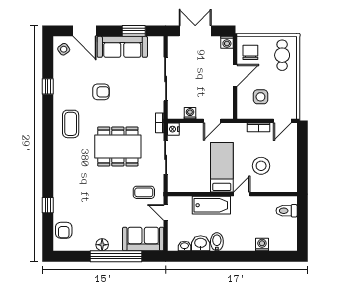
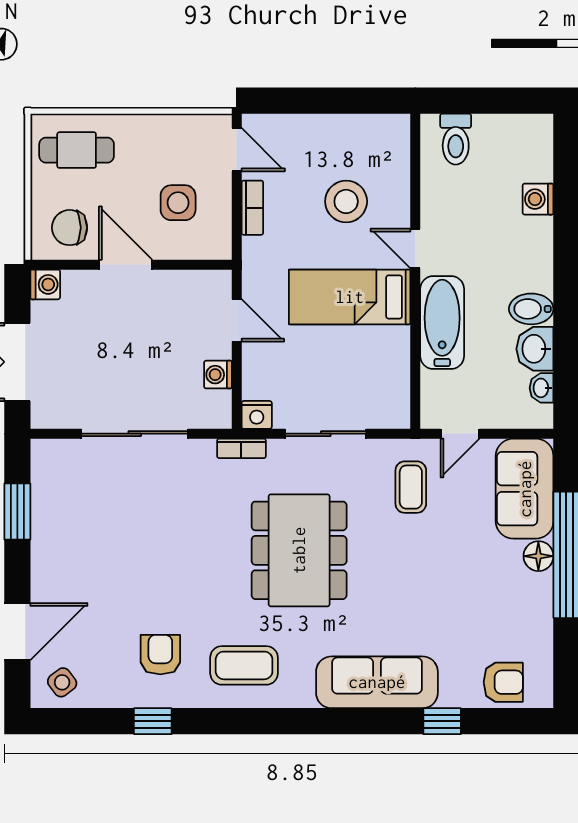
sofa: (122, 47) -> (377, 682), moved, turned -90
armchair: (101, 92) -> (160, 655), moved
floor lamp: (102, 245) -> (538, 556), moved

